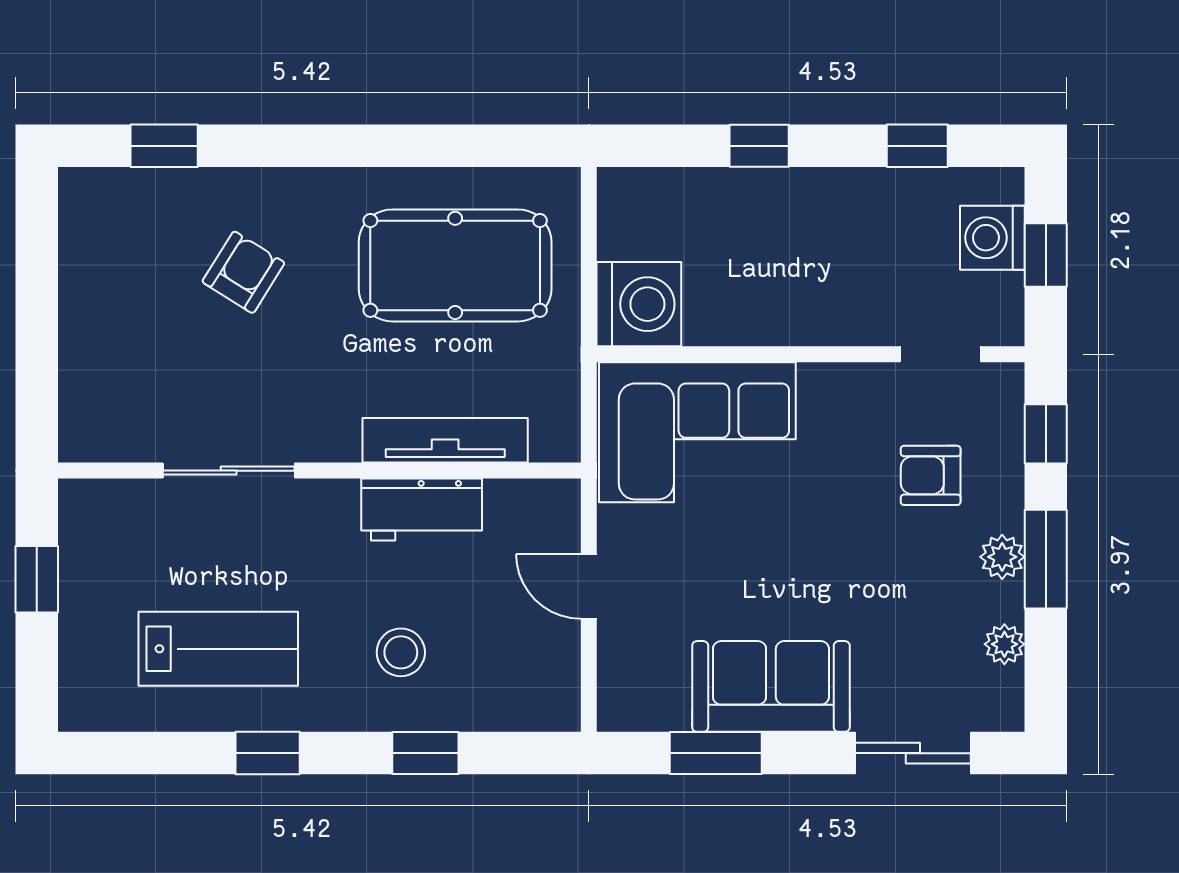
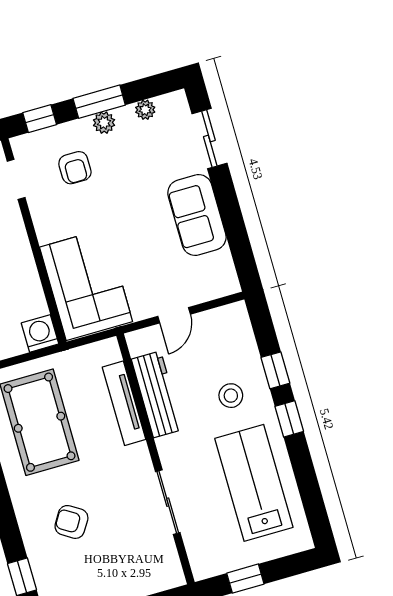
washing machine: (639, 304) -> (40, 333), width x0.73, depth x0.73
workbench: (422, 510) -> (157, 394), width x1.38
lab bench: (218, 649) -> (254, 483), width x1.36, depth x1.39
window: (268, 753) -> (289, 419), moved
window: (716, 753) -> (236, 232), removed

